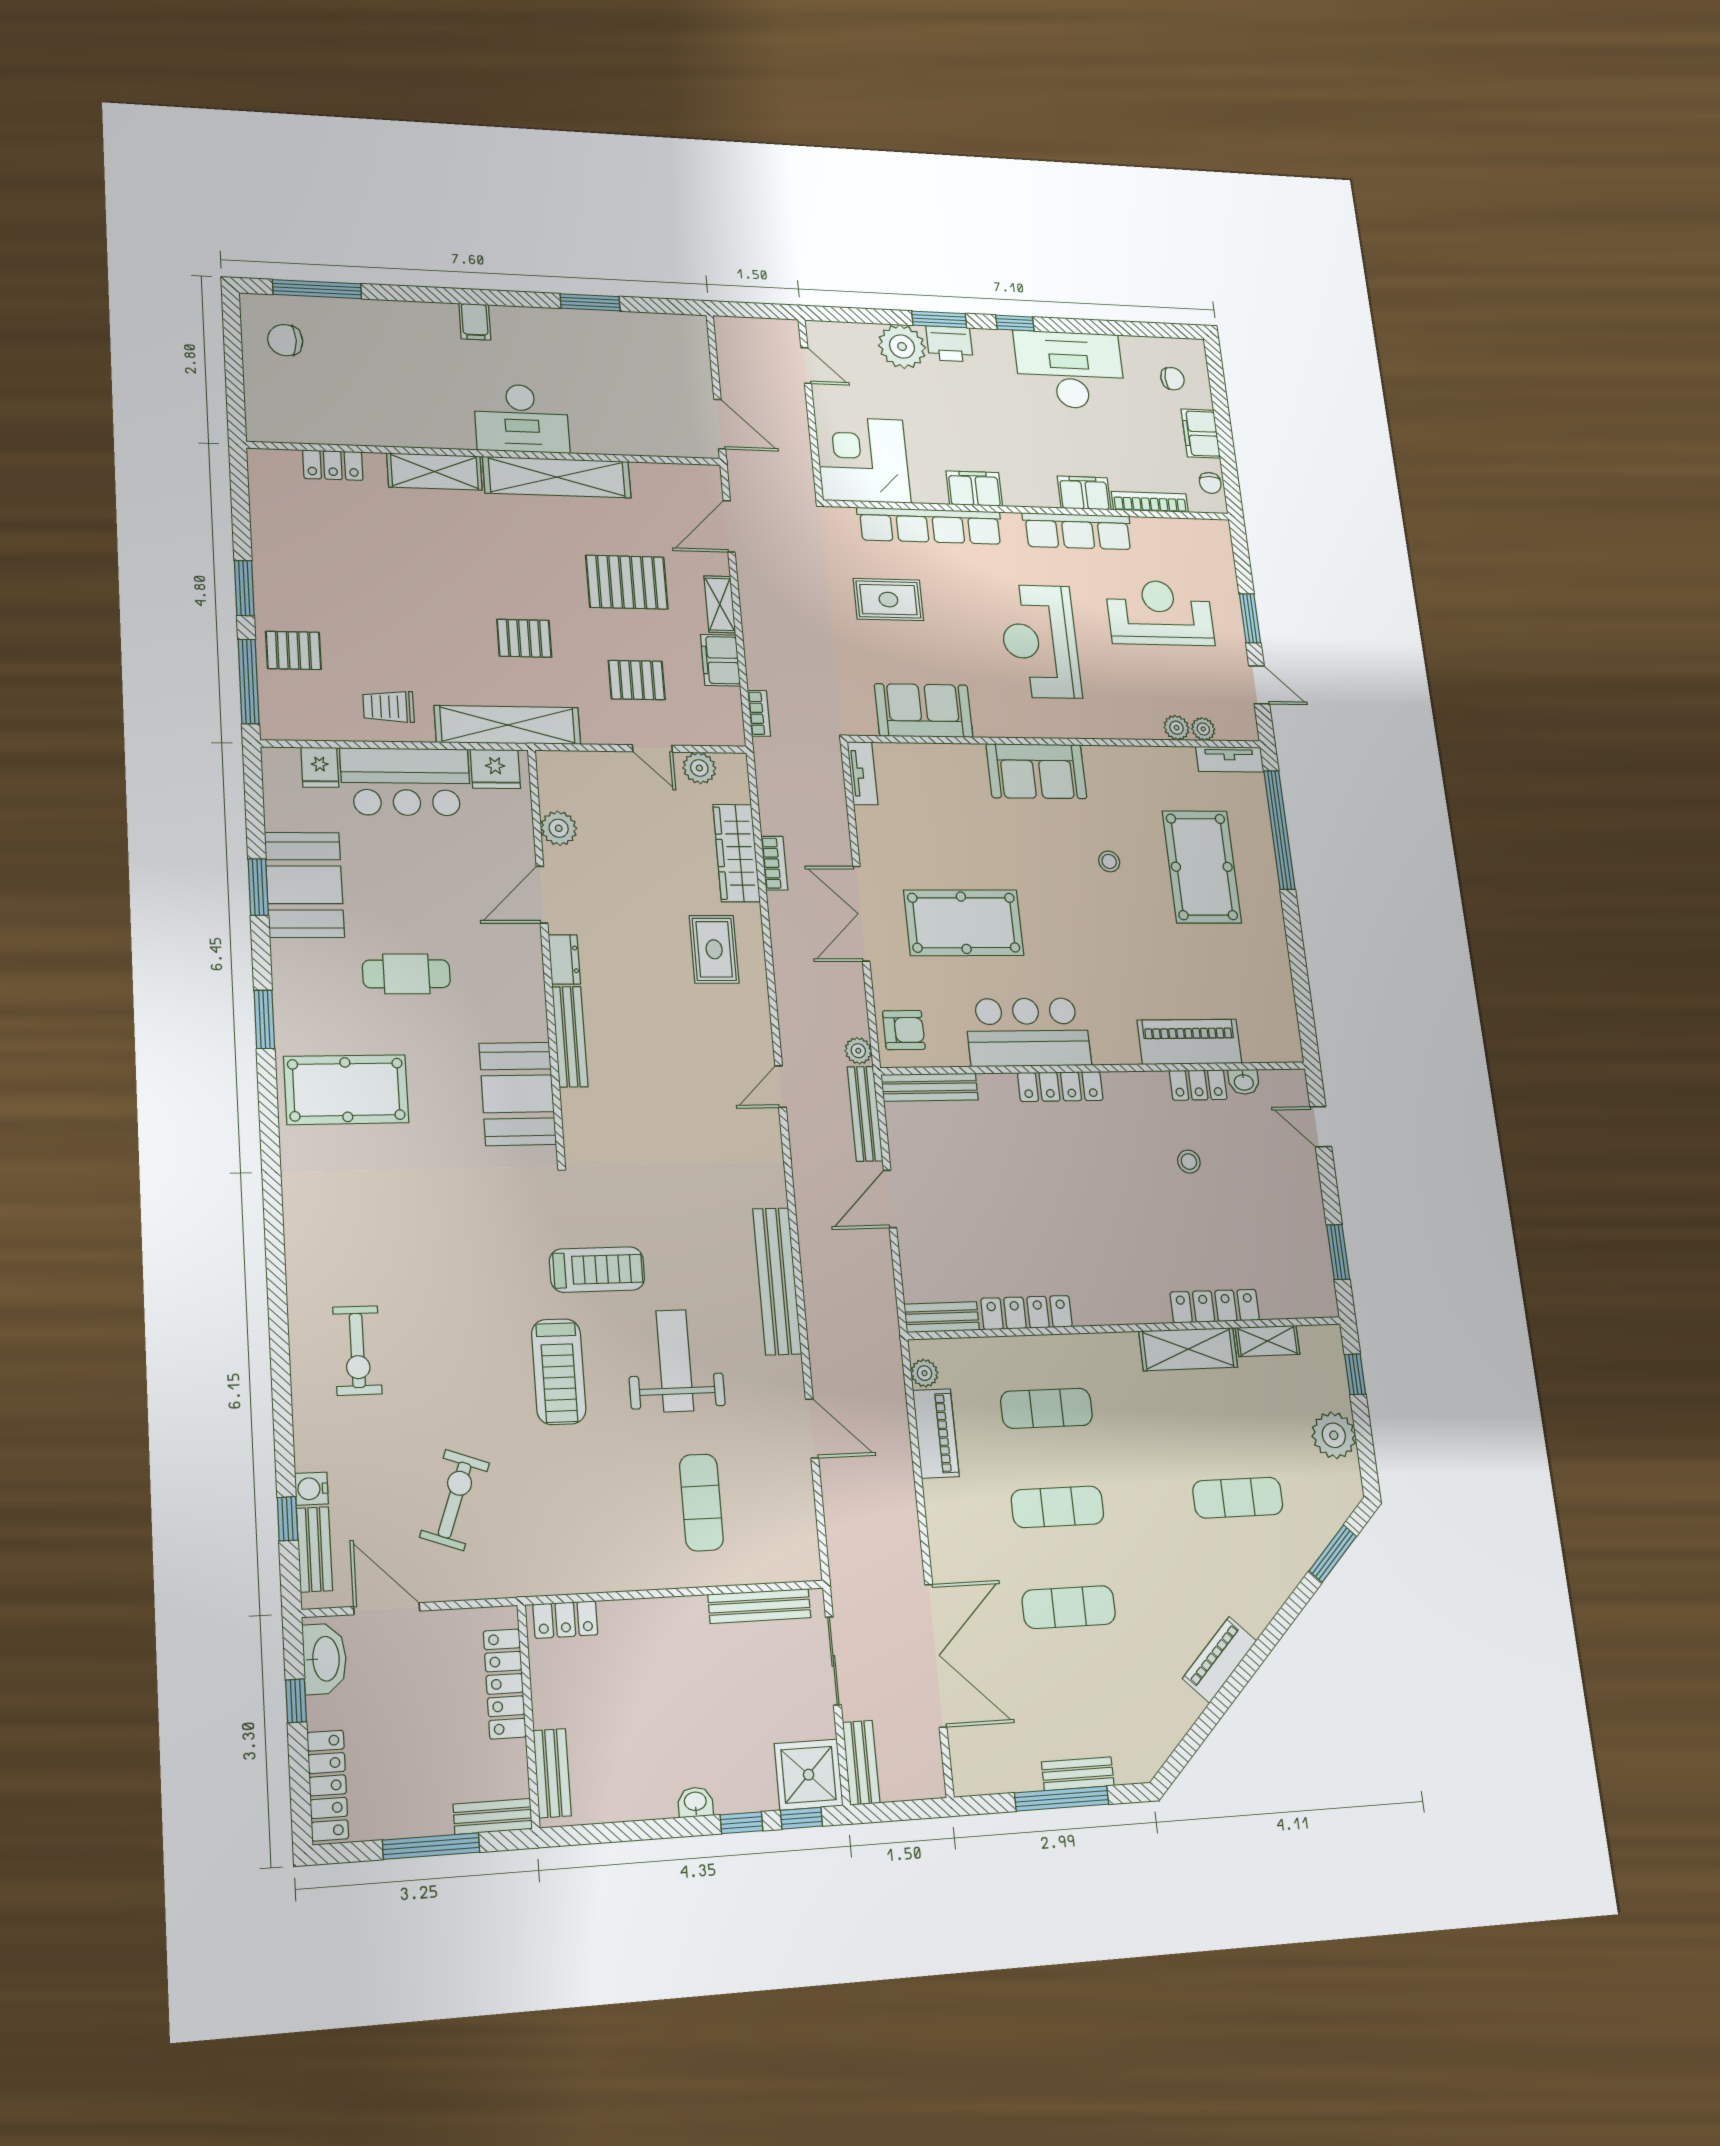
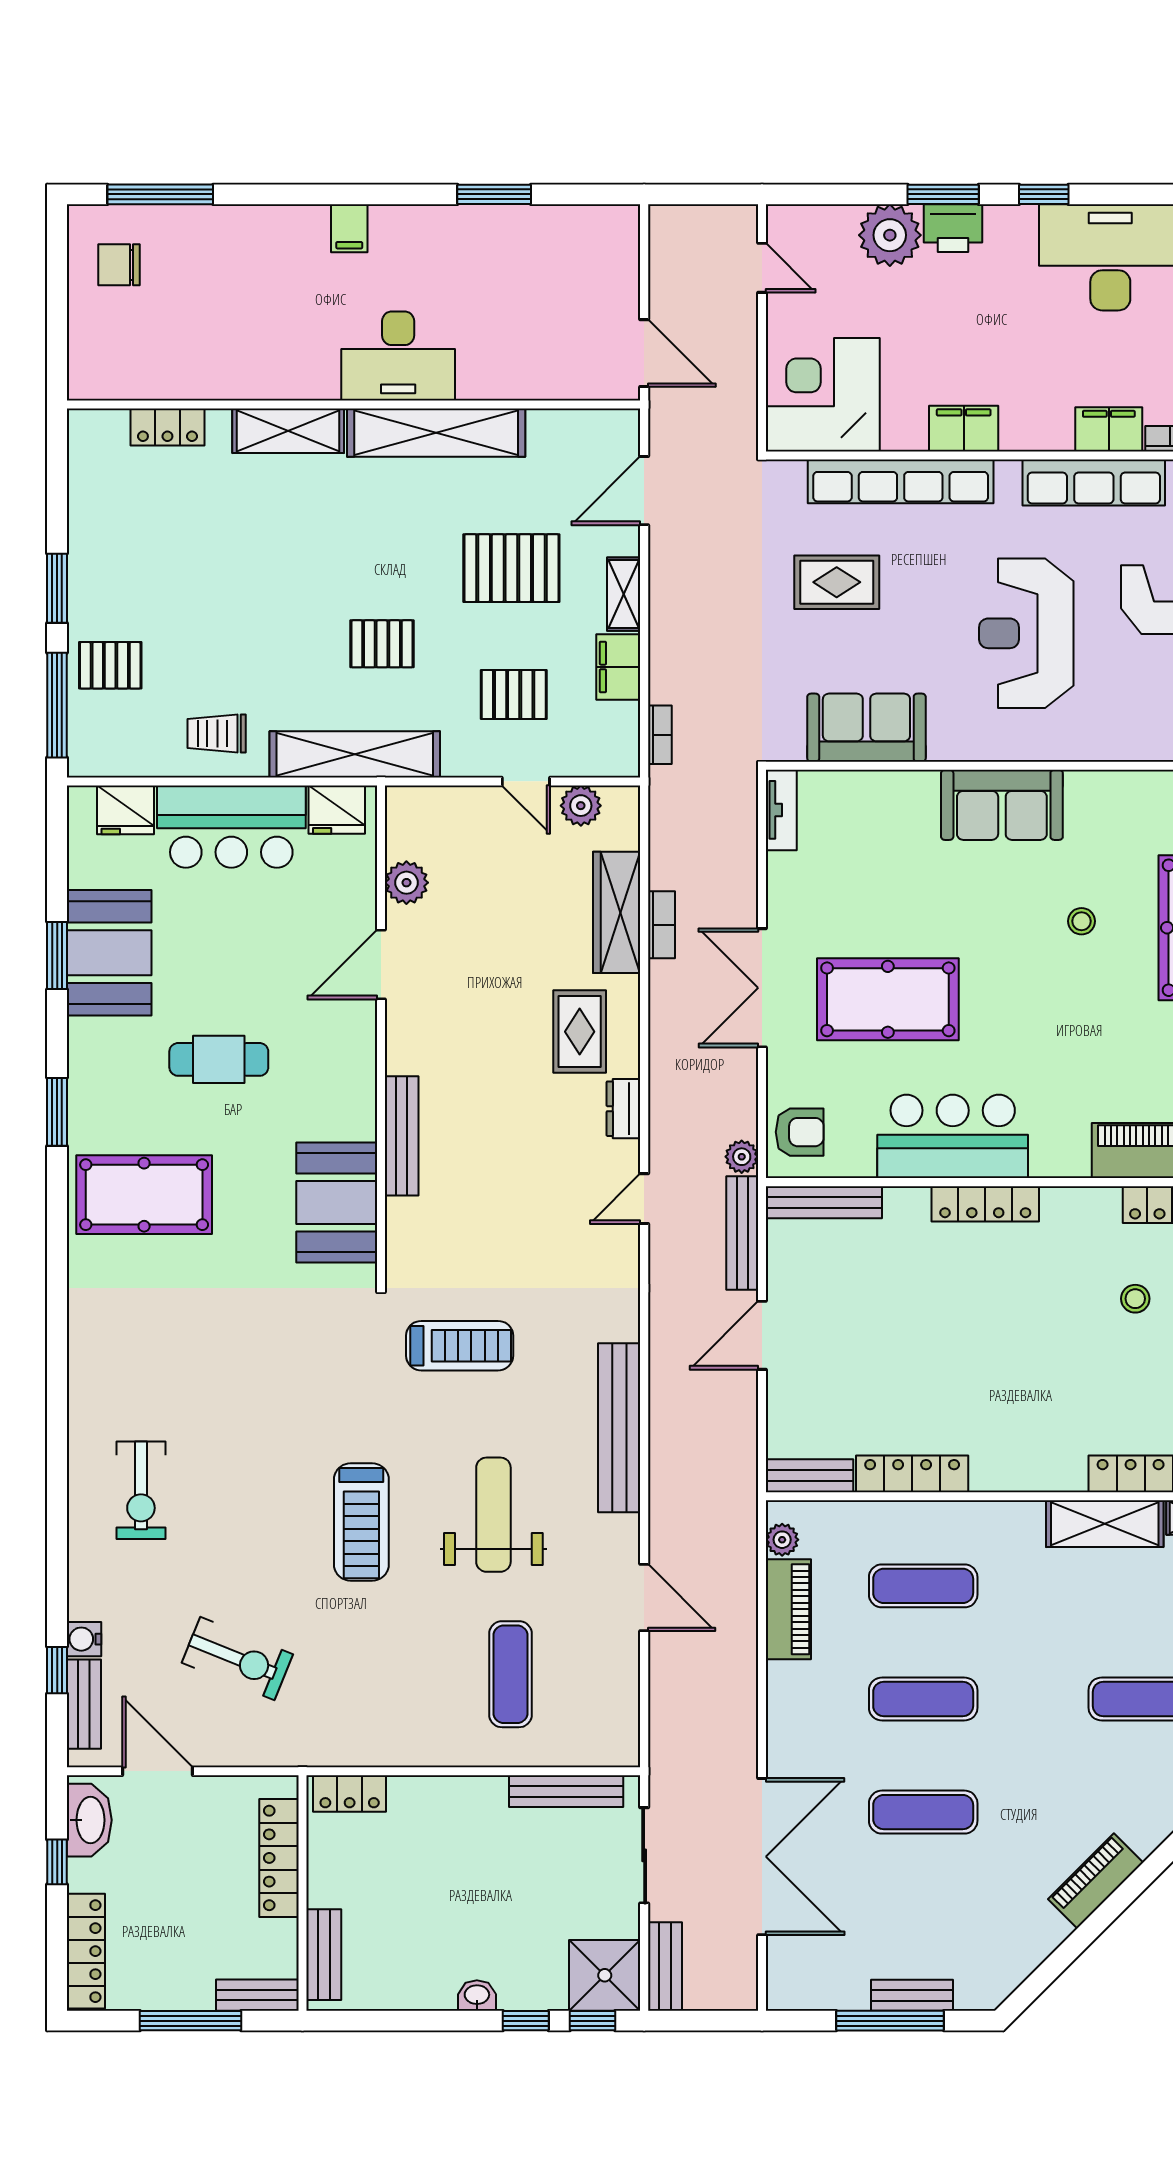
fridge: (320, 767) -> (126, 810), width x1.38
dresser: (564, 959) -> (623, 1109), moved, turned 180
treadmill: (597, 1270) -> (460, 1346), moved
exercise bike: (455, 1500) -> (237, 1658), turned 92

